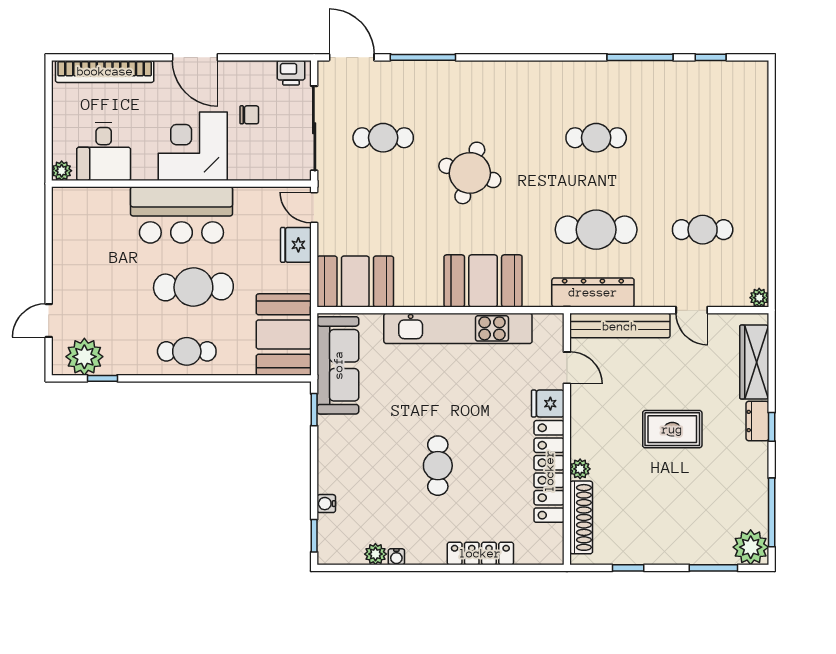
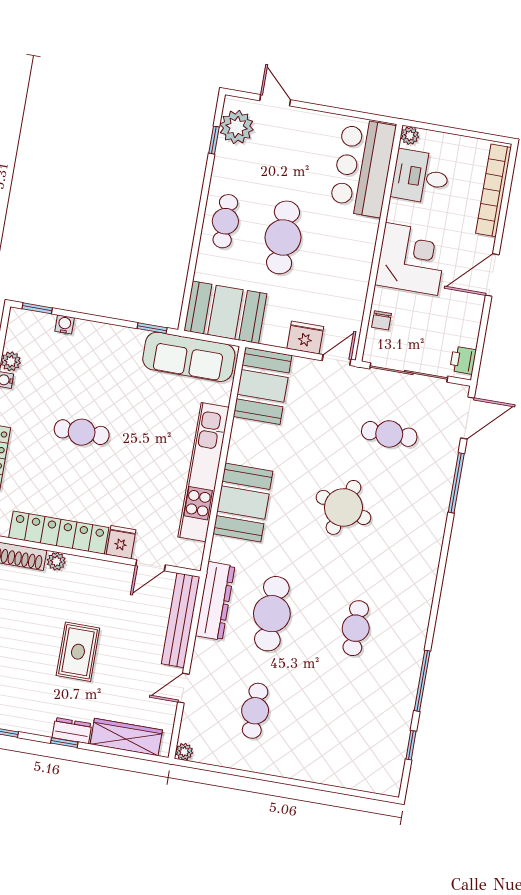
chair: (249, 115) -> (381, 320), moved
cafe table: (383, 138) -> (389, 434), turned 90
bar counter: (181, 215) -> (363, 167), moved

